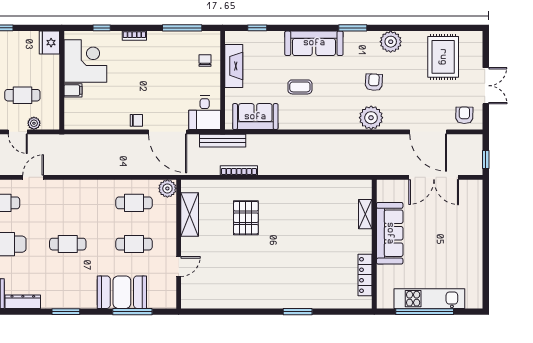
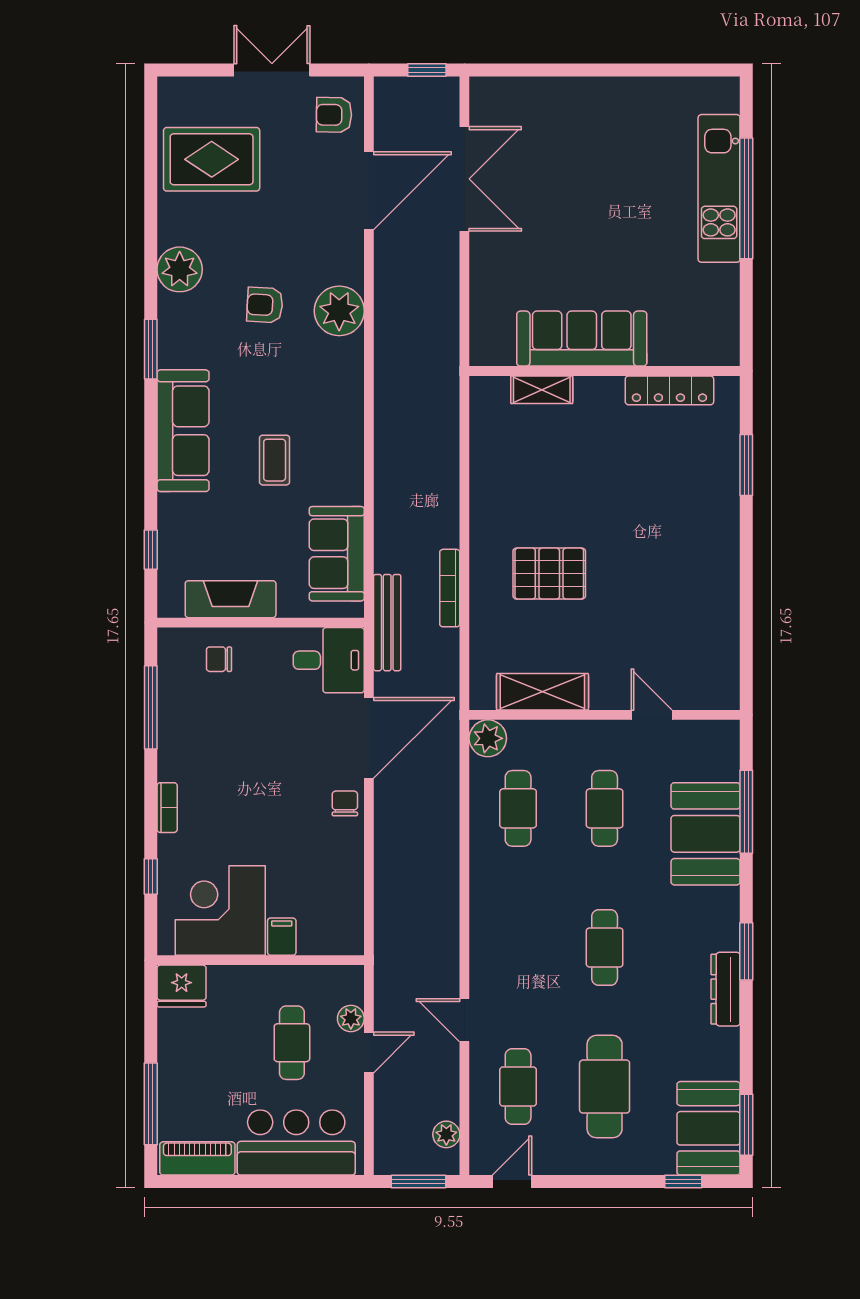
shelving: (365, 214) -> (542, 390), moved
sofa: (390, 233) -> (582, 339), moved
wall: (374, 244) -> (605, 371), moved
locker: (365, 275) -> (669, 390), moved
dresser: (23, 302) -> (725, 989), moved

